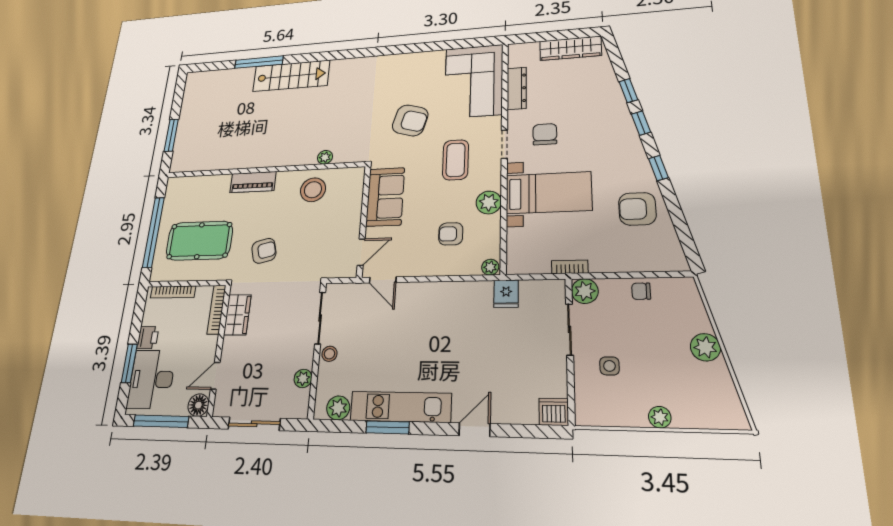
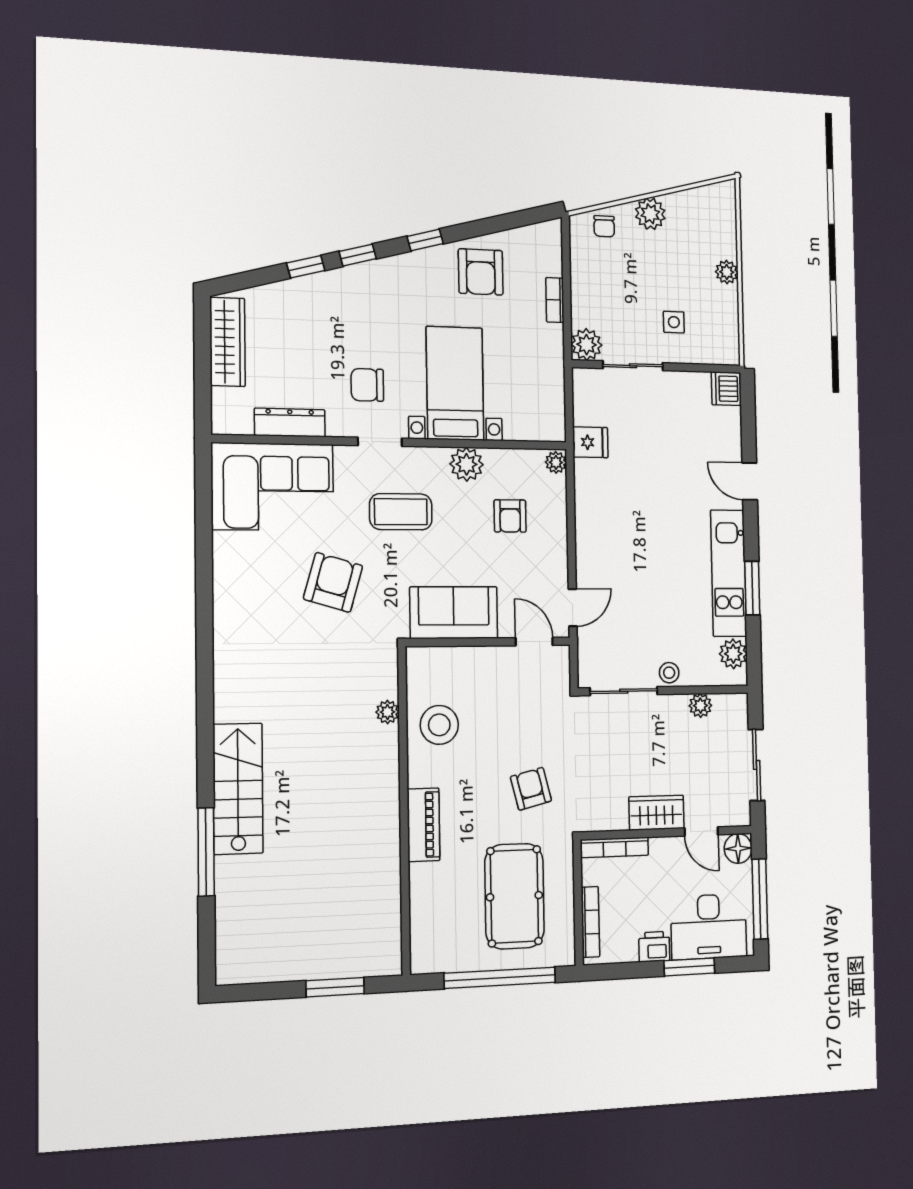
bookcase: (570, 267) -> (555, 300), moved
chair: (641, 291) -> (604, 226), moved
wardrobe: (237, 315) -> (656, 813), moved

